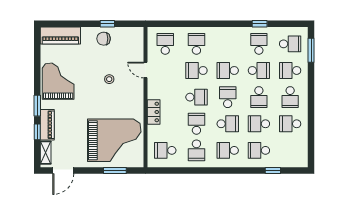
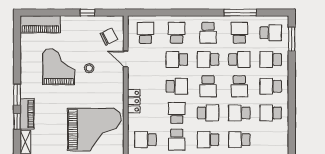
window: (260, 24) -> (240, 13), width x2.17
chair: (104, 39) -> (109, 37), moved, turned 153
school desk: (228, 44) -> (208, 33), added
grand piano: (58, 81) -> (59, 67), moved
school desk: (228, 97) -> (208, 86), turned 180
school desk: (290, 97) -> (271, 86), turned 90

